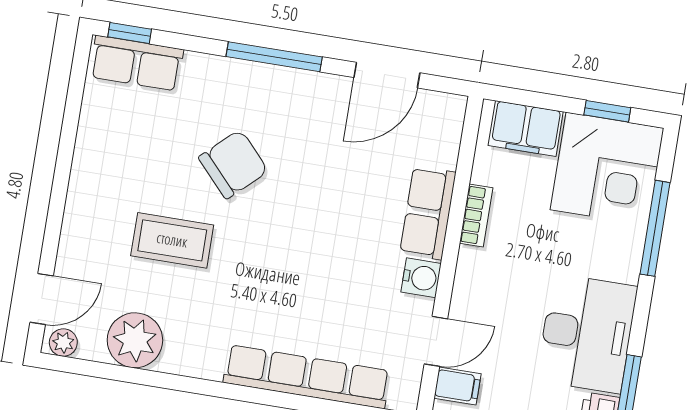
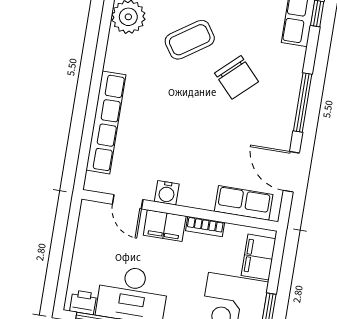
row of seats: (428, 213) -> (244, 203), moved
coffee table: (172, 240) -> (190, 40), turned 56
filing cabinet: (457, 386) -> (165, 226), moved, width x2.00

